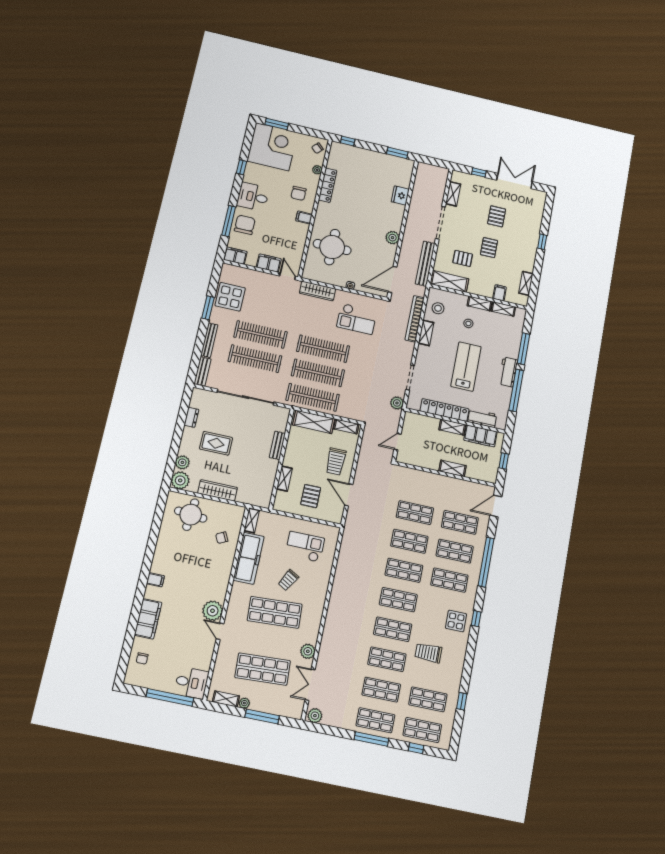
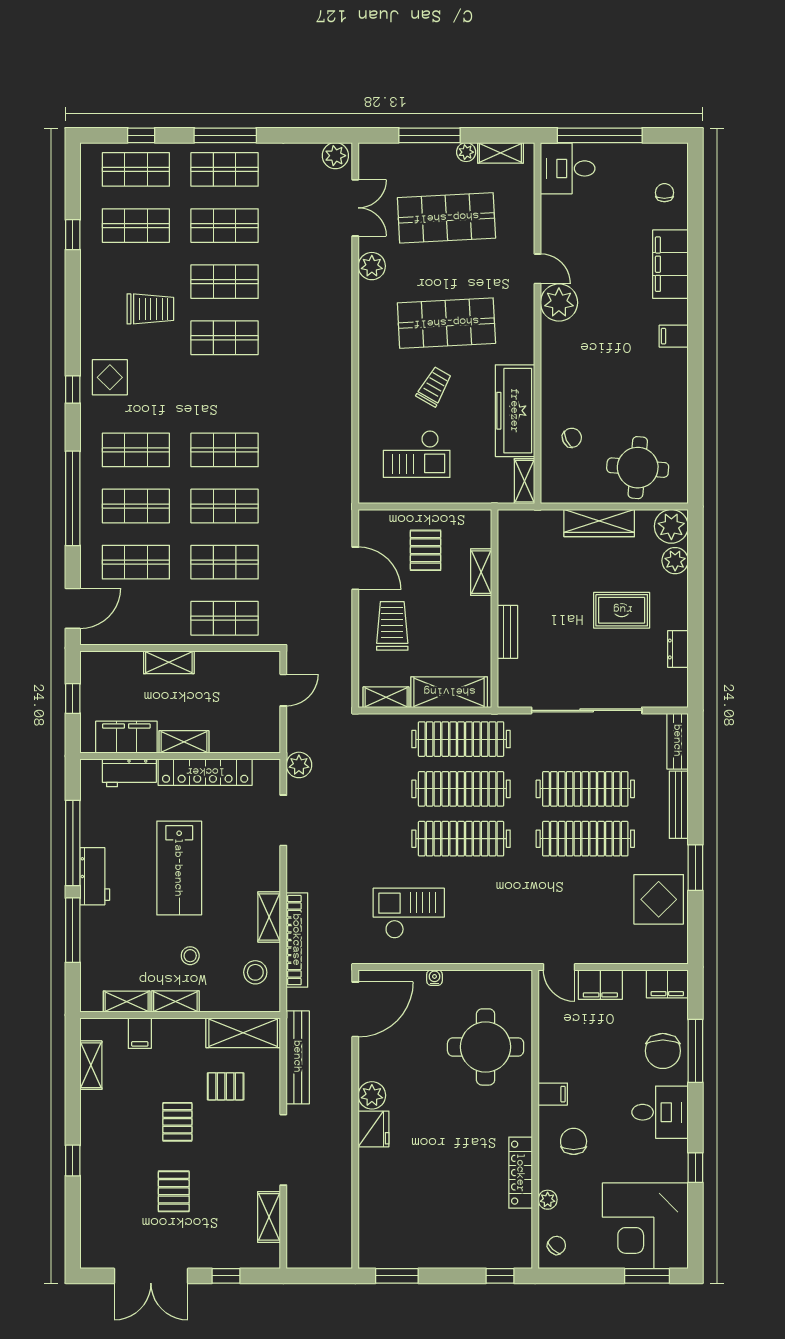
fridge: (400, 195) -> (374, 1129), moved
wardrobe: (317, 291) -> (495, 951), removed
shop shelf: (398, 600) -> (225, 618), moved

